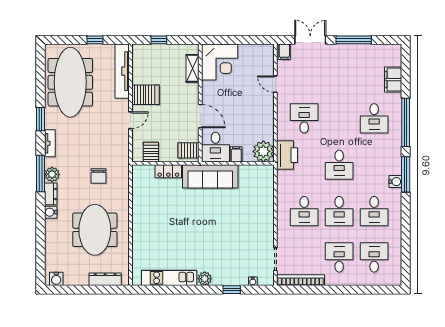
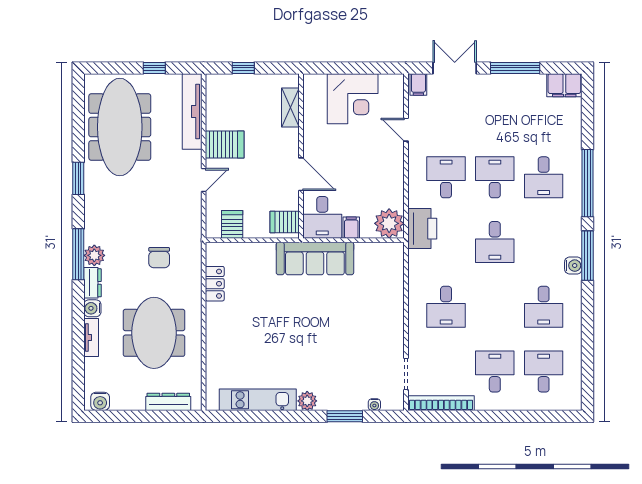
corner desk: (220, 62) -> (353, 99), moved
filing cabinet: (393, 80) -> (564, 85), moved, turned -90
tv unit: (50, 143) -> (91, 338), moved
locker: (168, 171) -> (215, 284), moved, turned -90
desk: (339, 211) -> (495, 177), moved, turned 180
window: (232, 290) -> (345, 416), width x1.50

